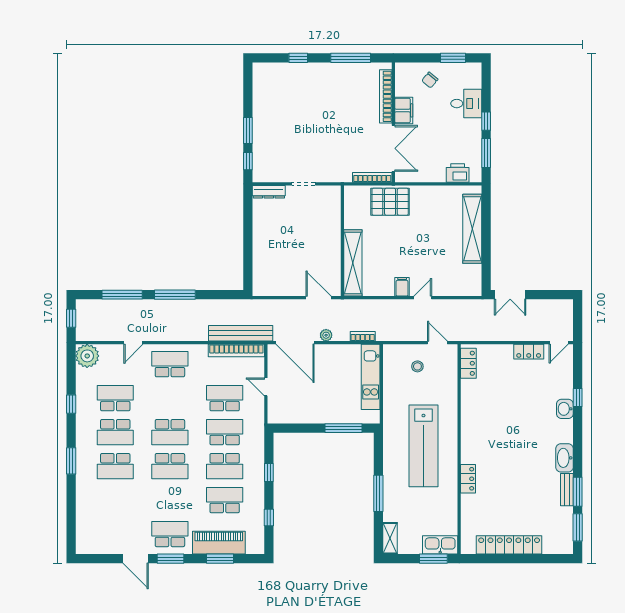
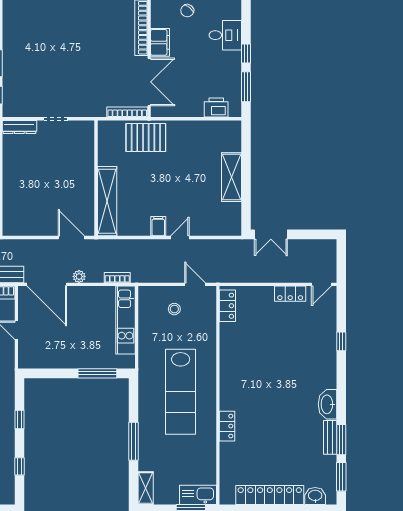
shelving: (472, 229) -> (231, 177), width x0.68
washbasin: (565, 409) -> (315, 496), moved, turned 90

